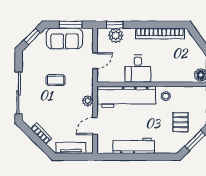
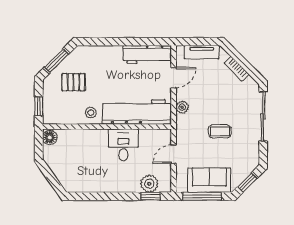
window: (71, 25) -> (202, 196), width x1.44
bookcase: (160, 34) -> (98, 186), removed
pallet: (180, 122) -> (73, 82), turned 90
workbench: (134, 146) -> (147, 55), moved

